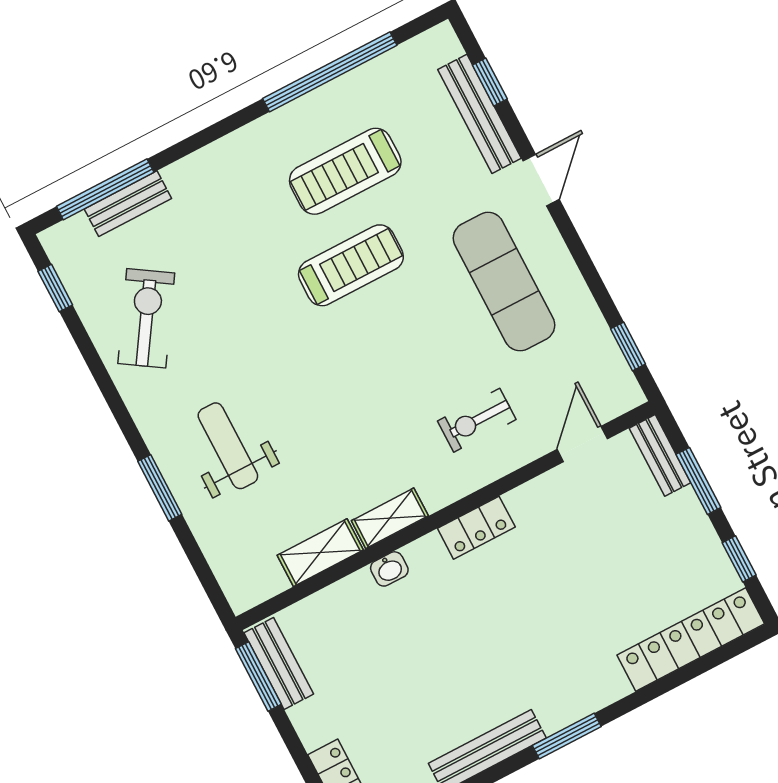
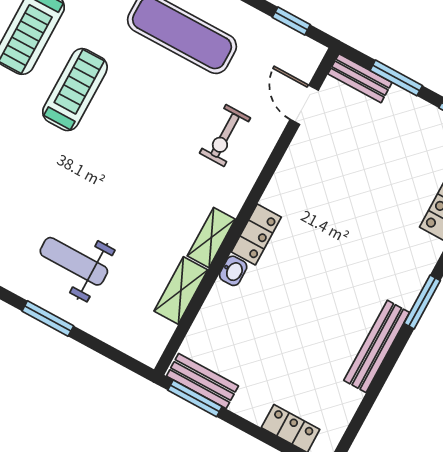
locker: (476, 528) -> (256, 234), moved

